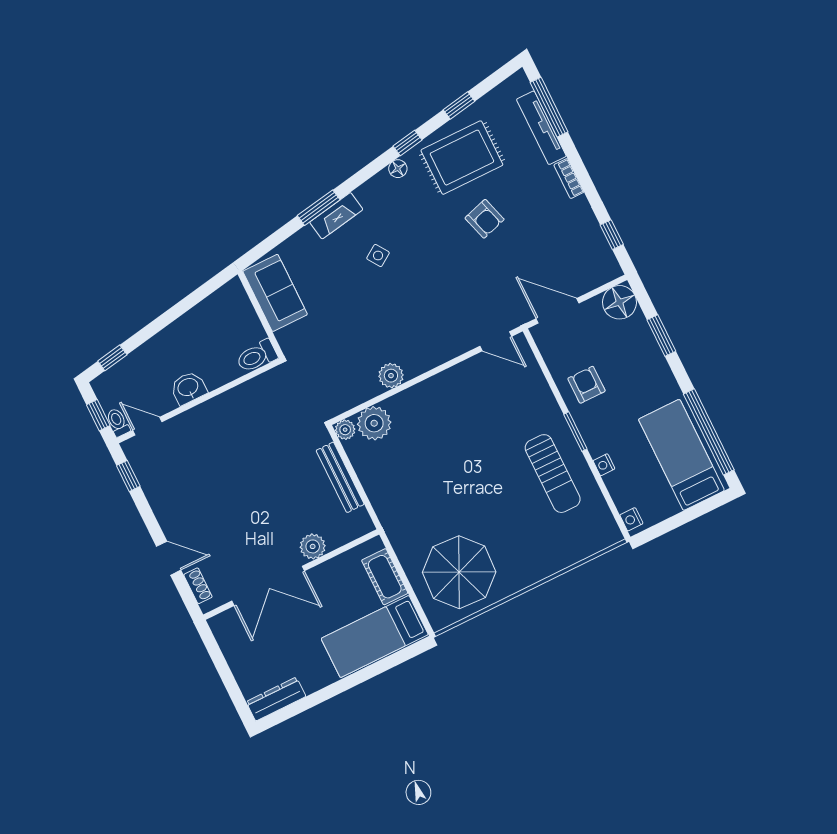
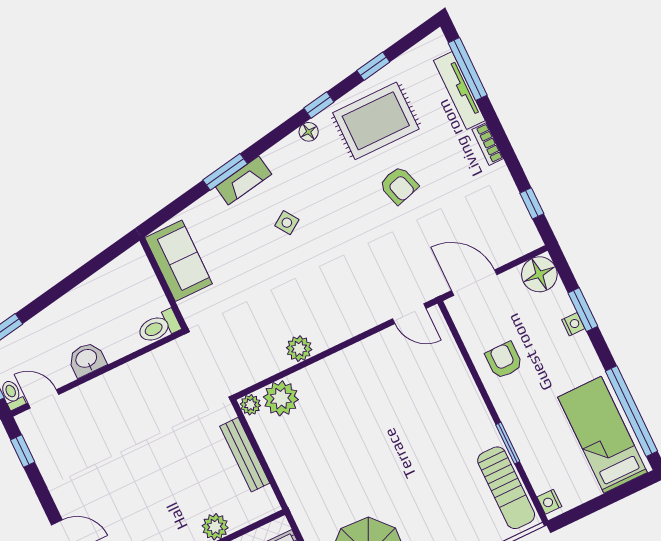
window: (575, 432) -> (508, 443), moved
nightstand: (604, 465) -> (573, 324), moved, turned 180
sun lounger: (553, 474) -> (506, 488), moved

